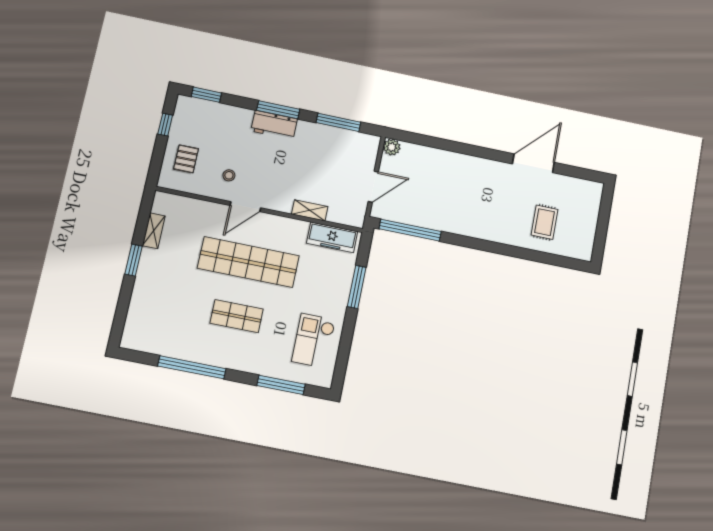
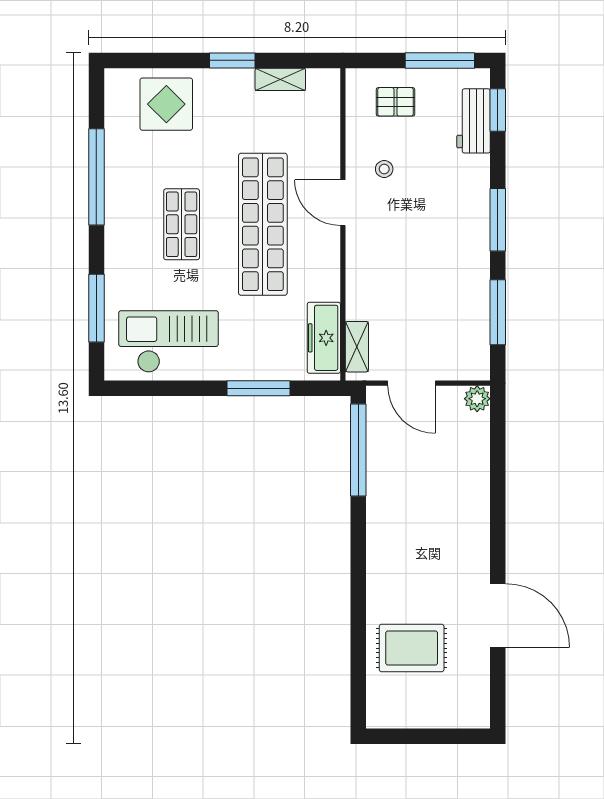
window: (165, 125) -> (440, 60), width x2.17
workbench: (274, 125) -> (474, 121), moved
shelving: (310, 210) -> (357, 347), moved
rug: (545, 222) -> (412, 648), width x1.36, depth x1.43
display table: (153, 310) -> (166, 104), added
checkout: (314, 341) -> (168, 342), width x1.36, depth x1.21

